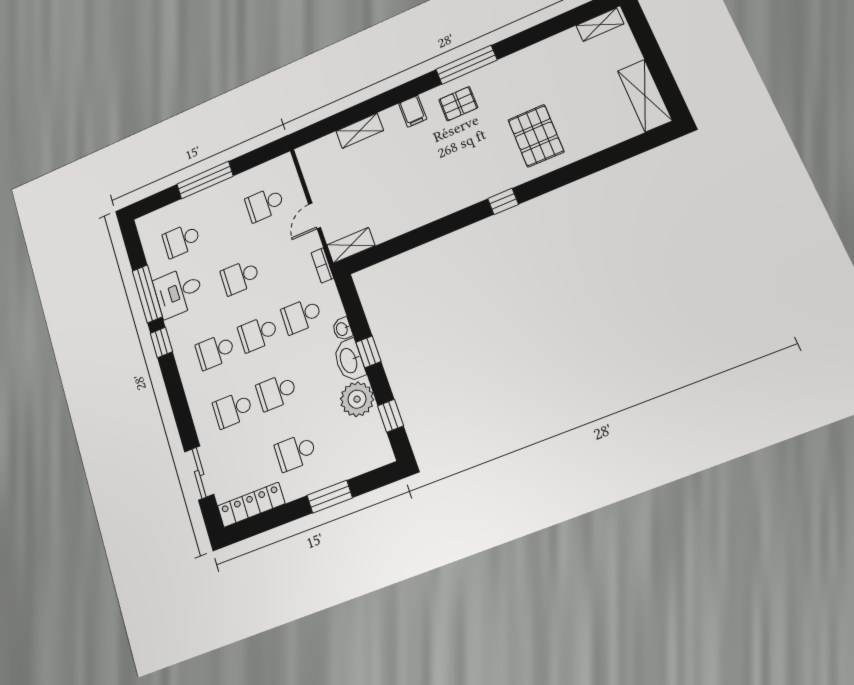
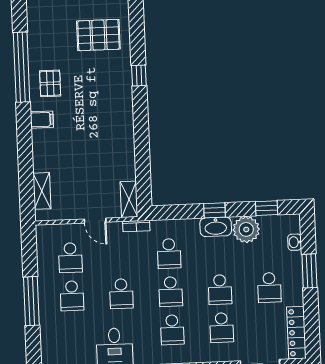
window: (466, 65) -> (22, 67), width x1.46
shelving: (360, 131) -> (42, 191), moved
school desk: (181, 240) -> (72, 296), moved
washbasin: (342, 329) -> (295, 242), moved, turned 90

